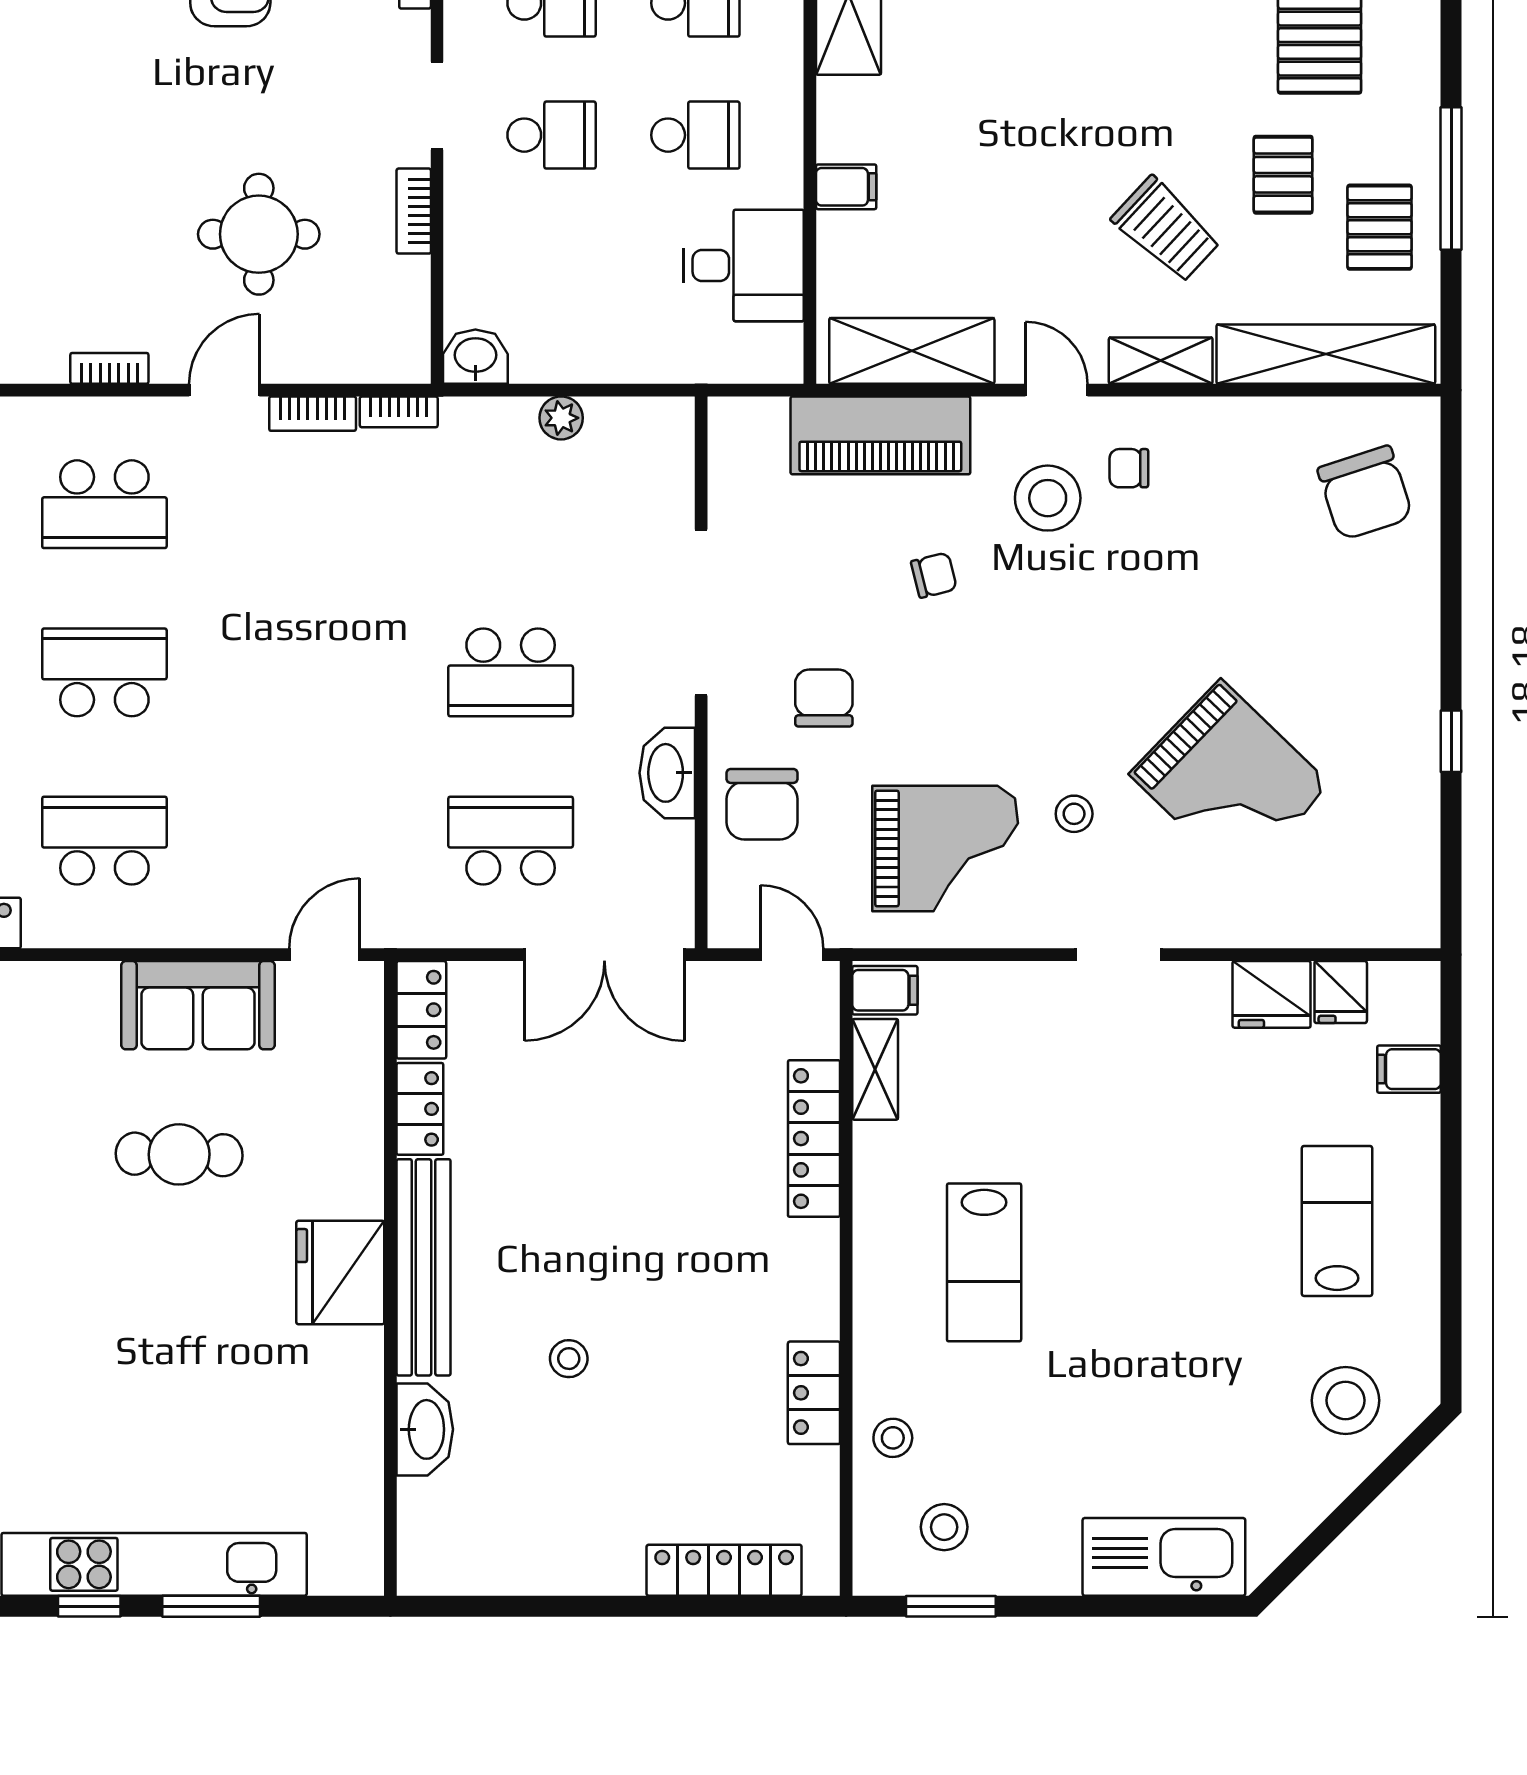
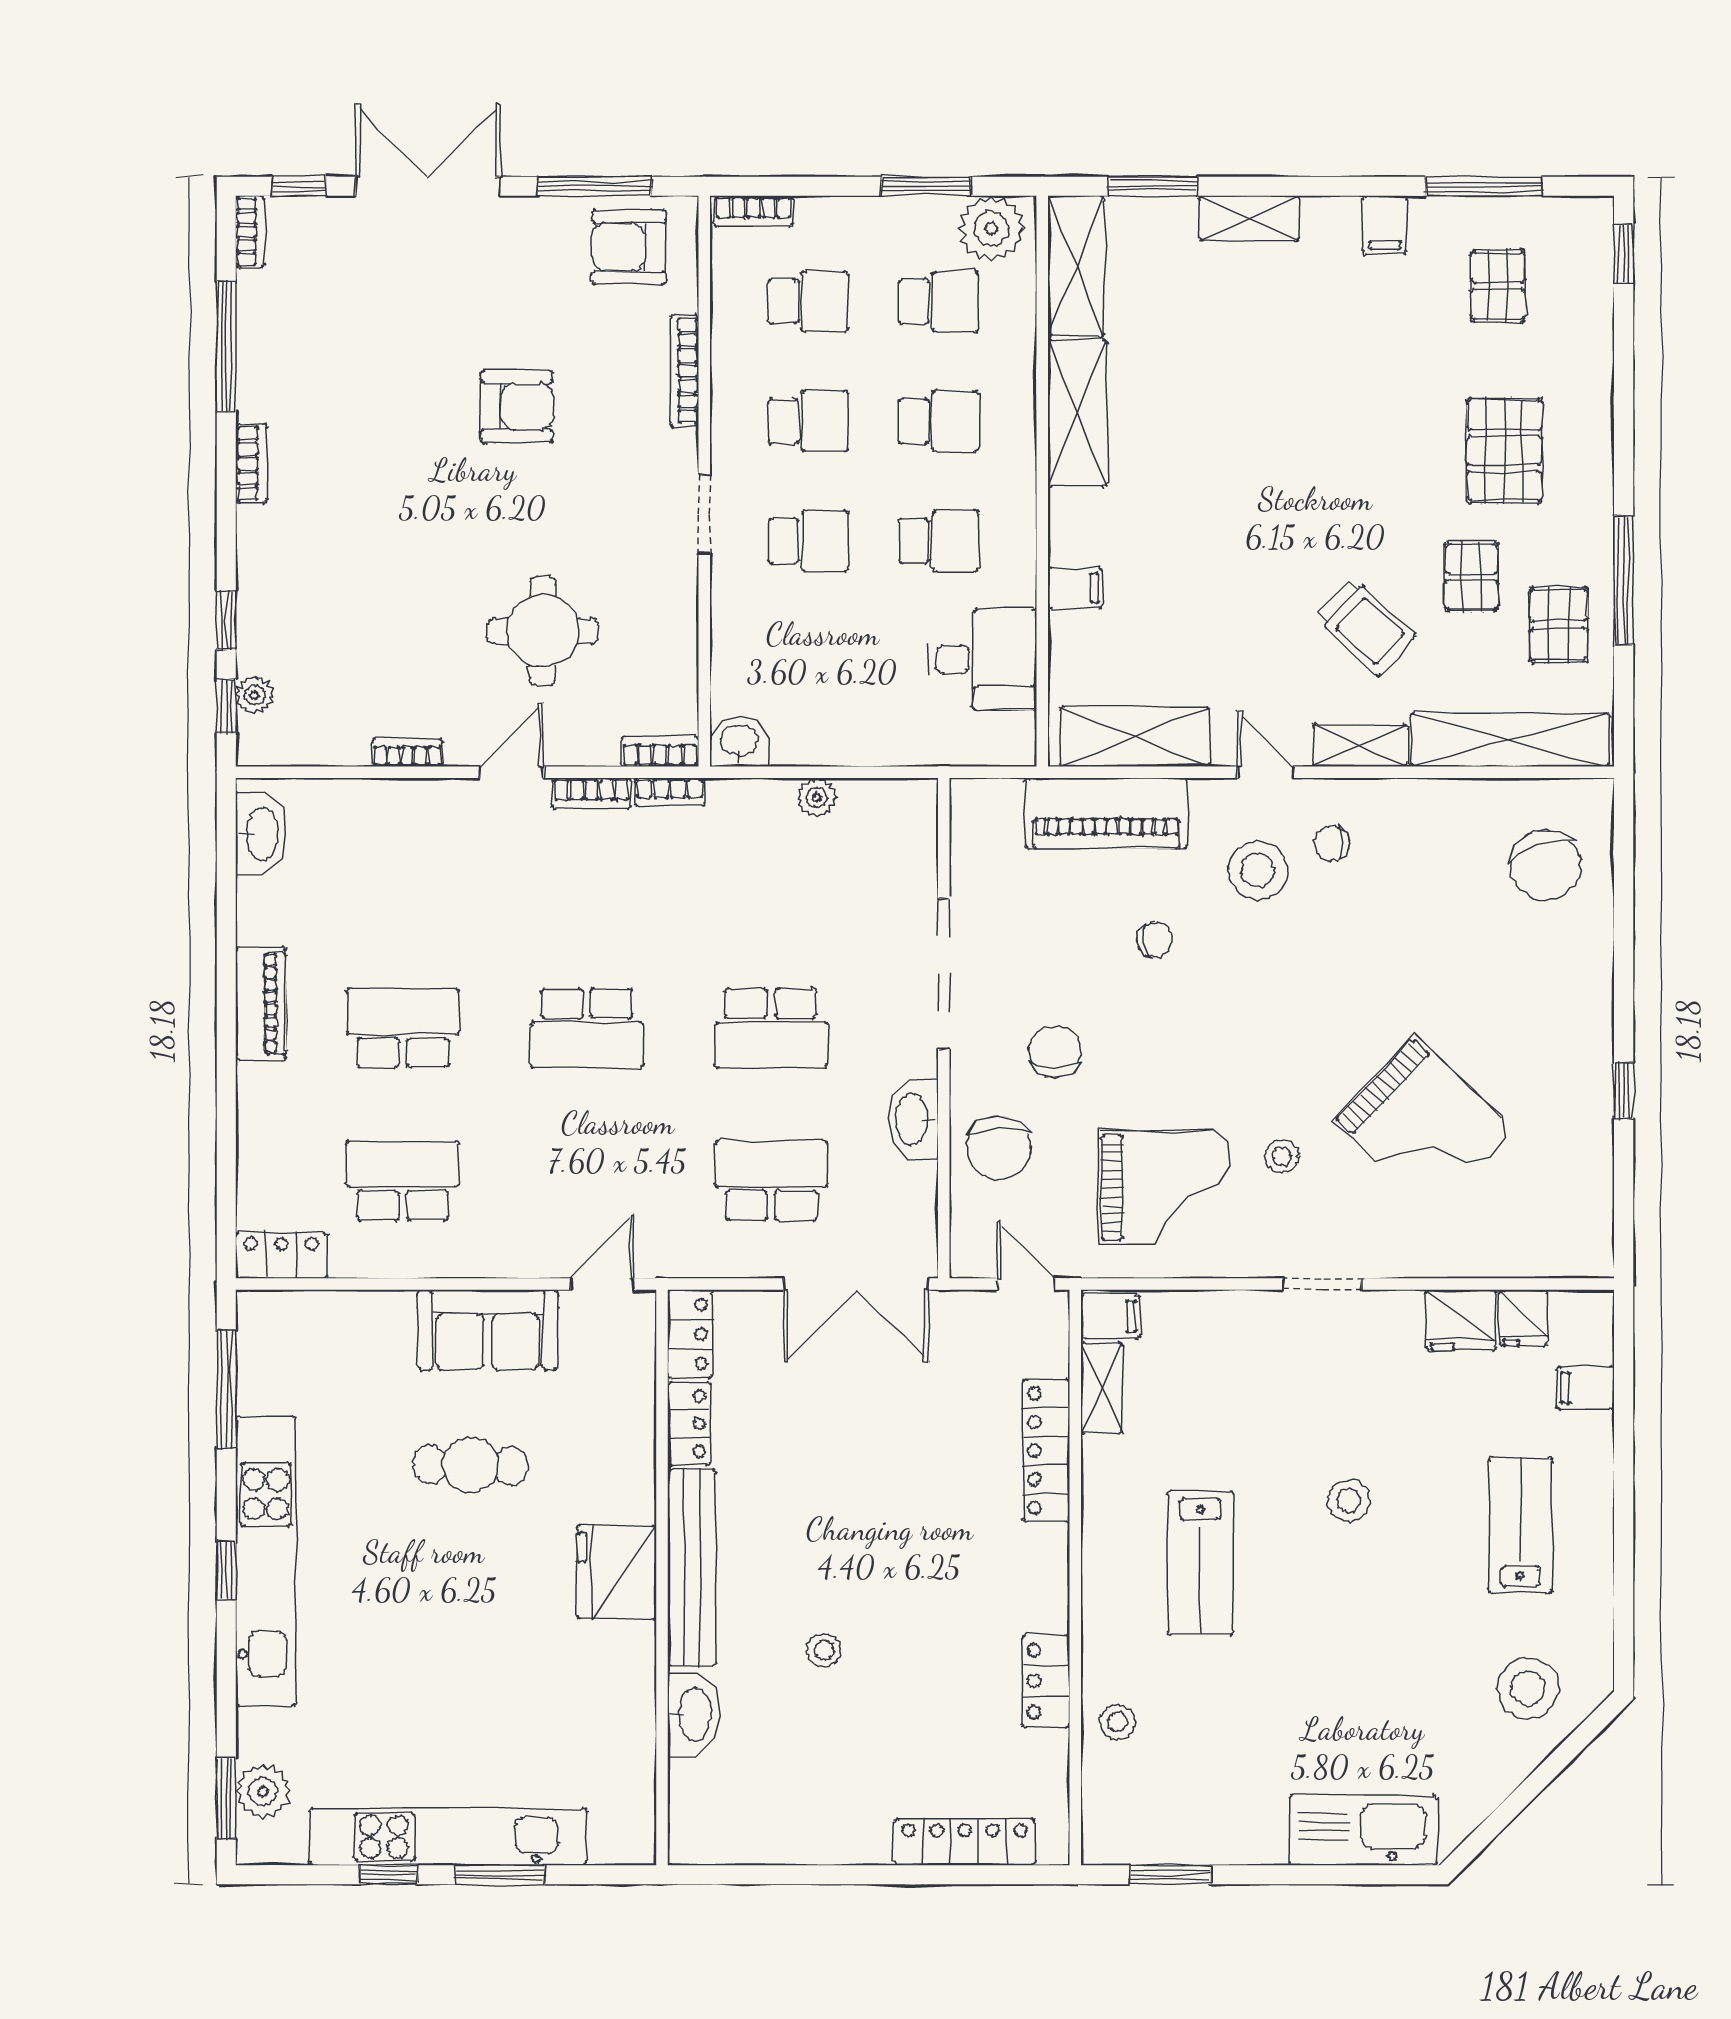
bookcase: (414, 211) -> (660, 751), moved, turned 90
school desk: (104, 504) -> (587, 1028), moved
stool: (944, 1527) -> (1349, 1501), moved

